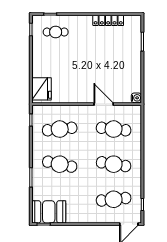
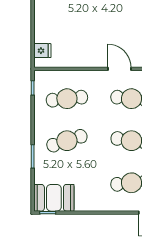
fridge: (41, 89) -> (42, 51), width x0.53, depth x0.75
cafe table: (60, 164) -> (67, 141), turned -30

